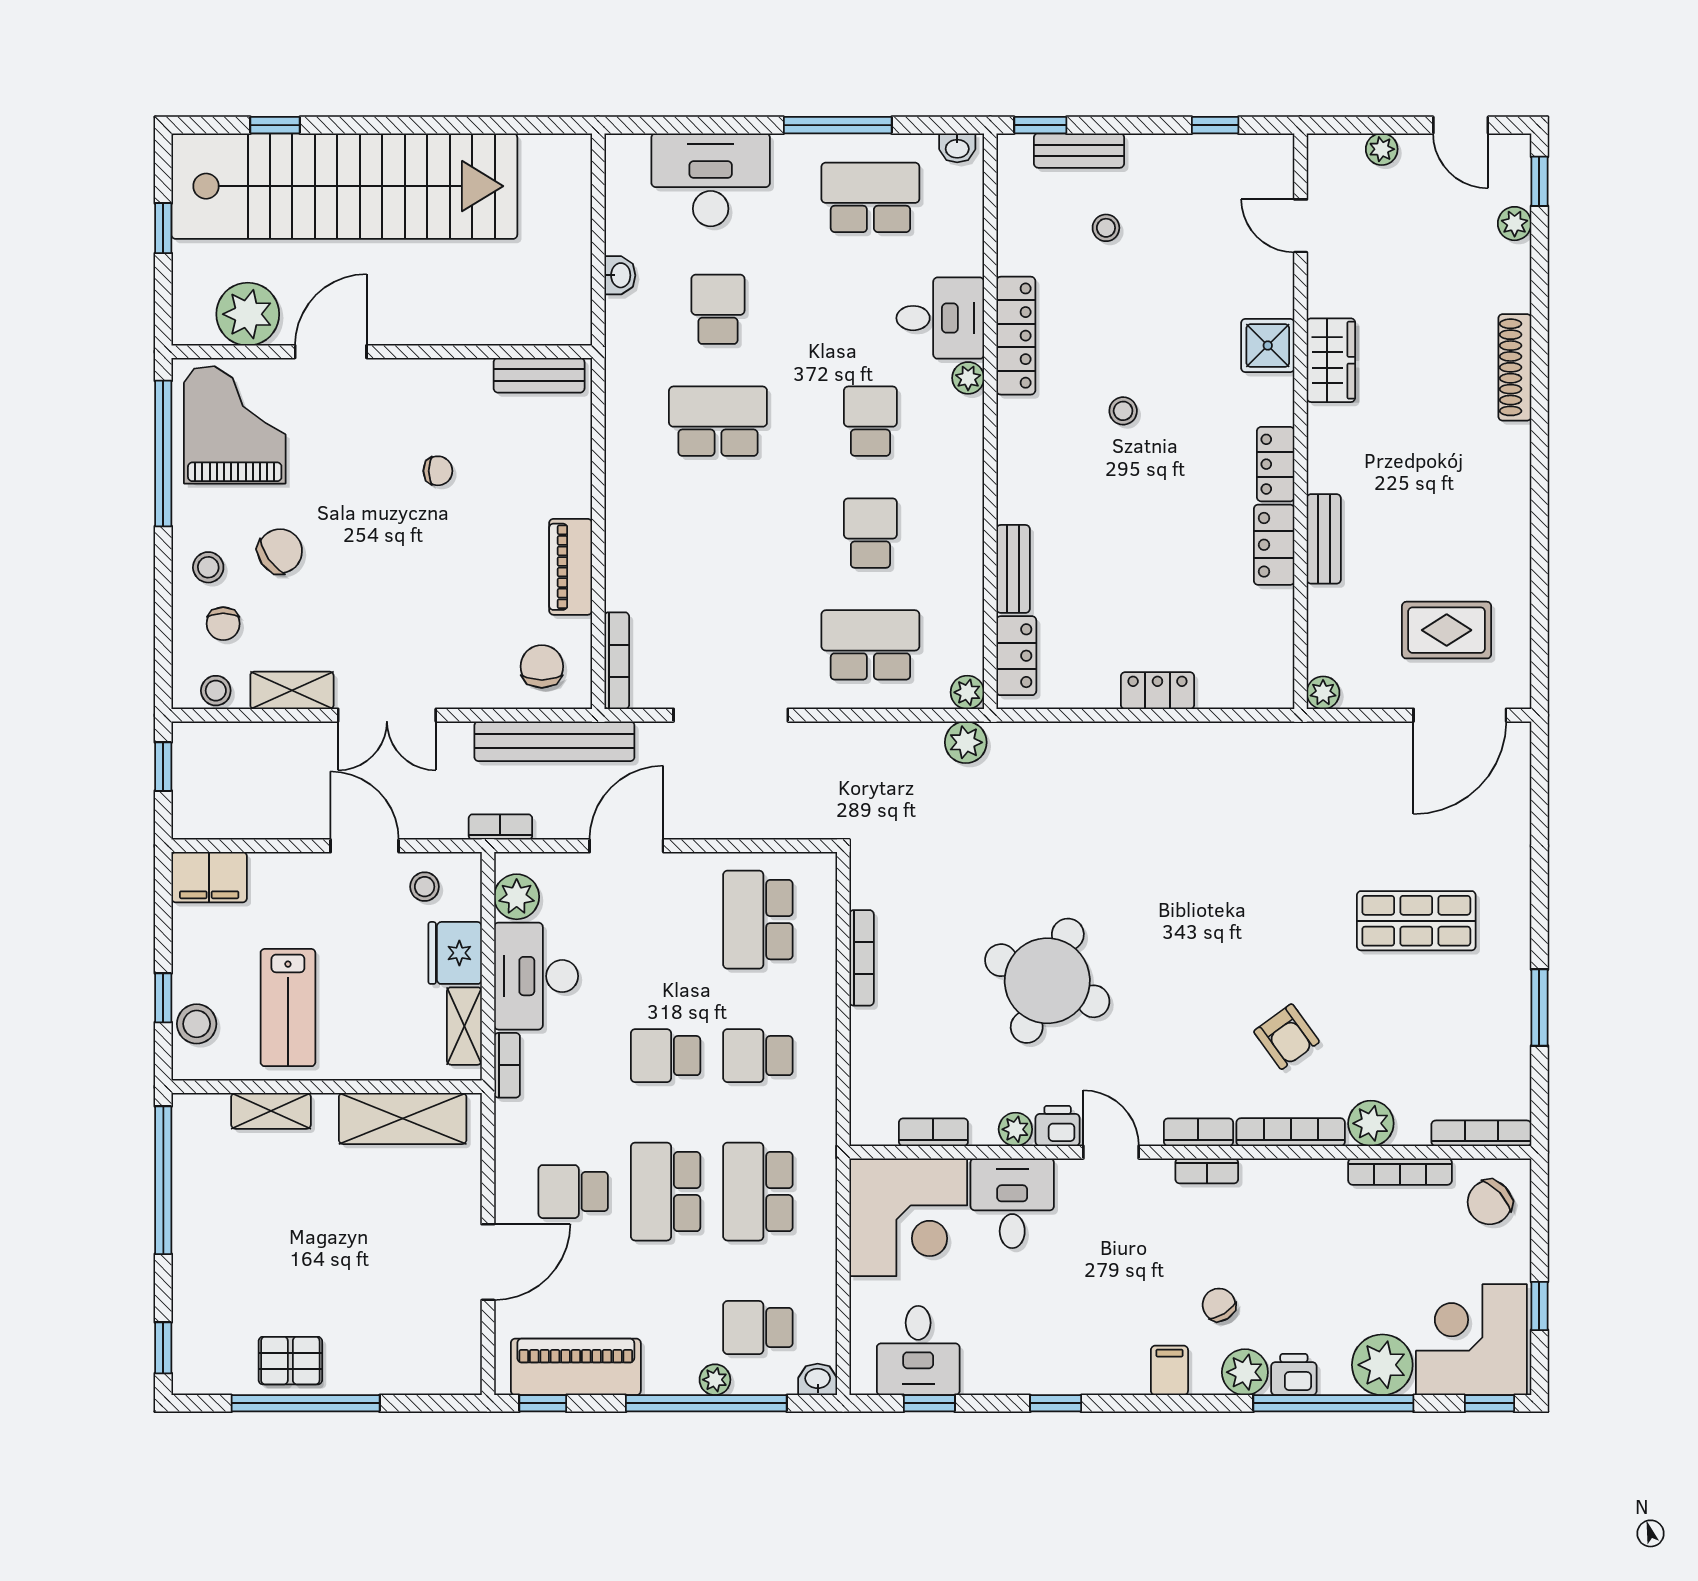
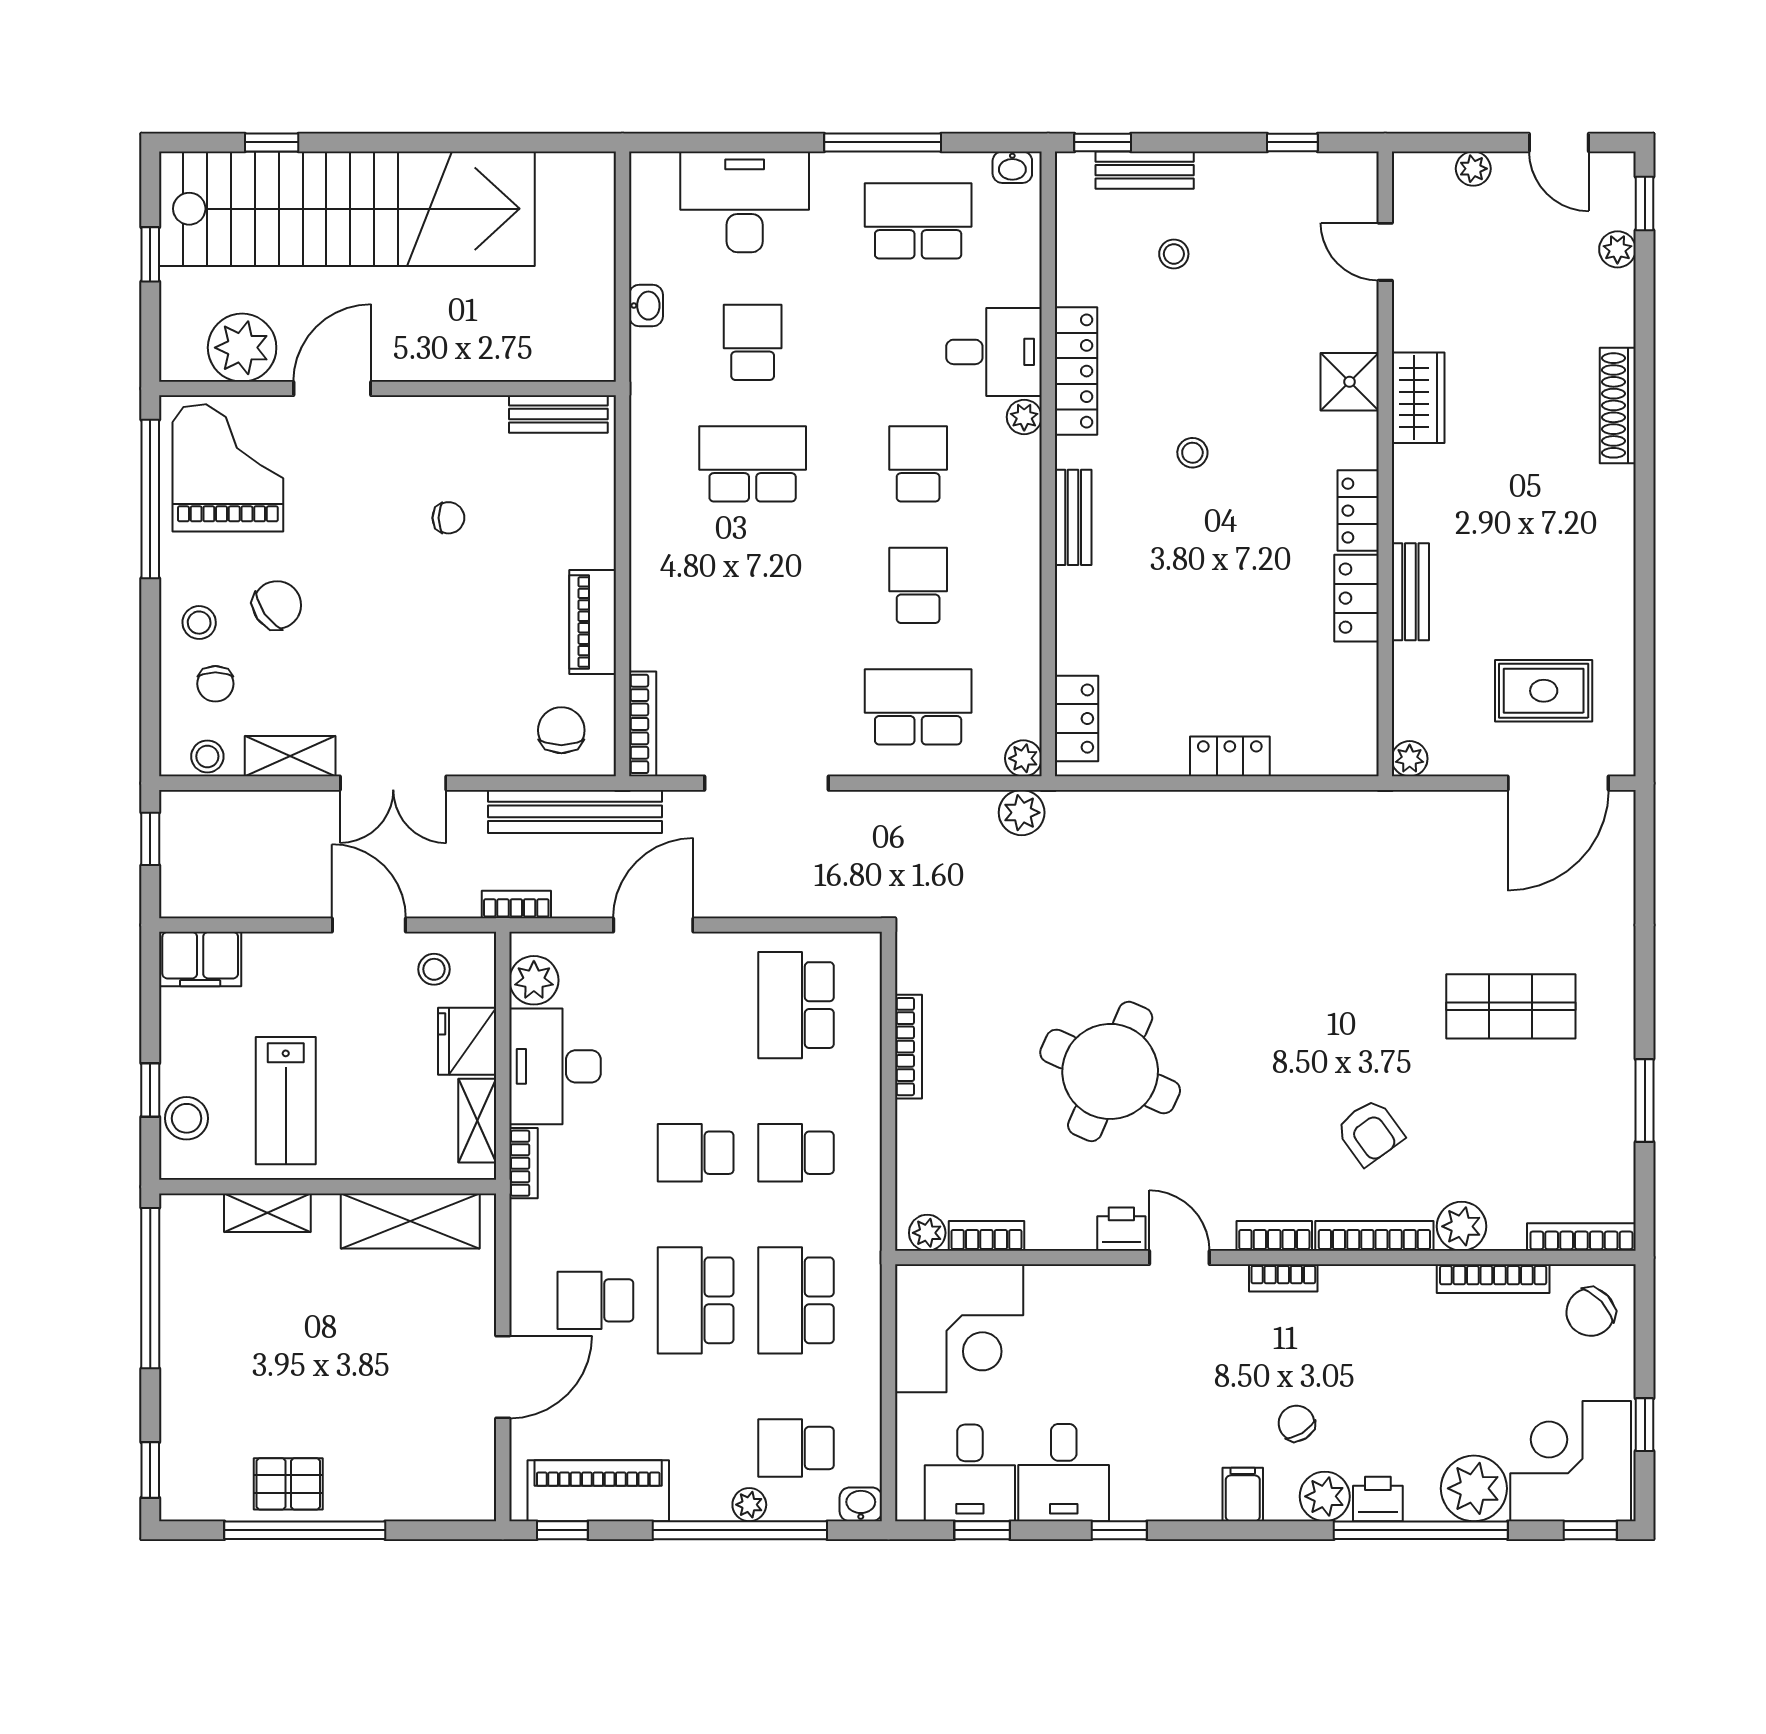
bench: (1013, 569) -> (1073, 517), moved
plant: (1015, 1129) -> (927, 1233), moved
desk: (1012, 1203) -> (1064, 1473), moved, turned 180

